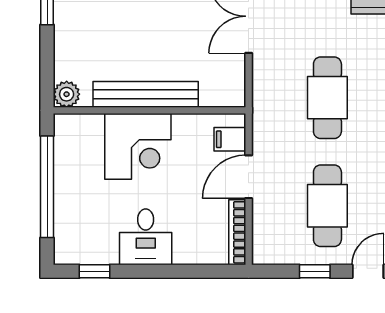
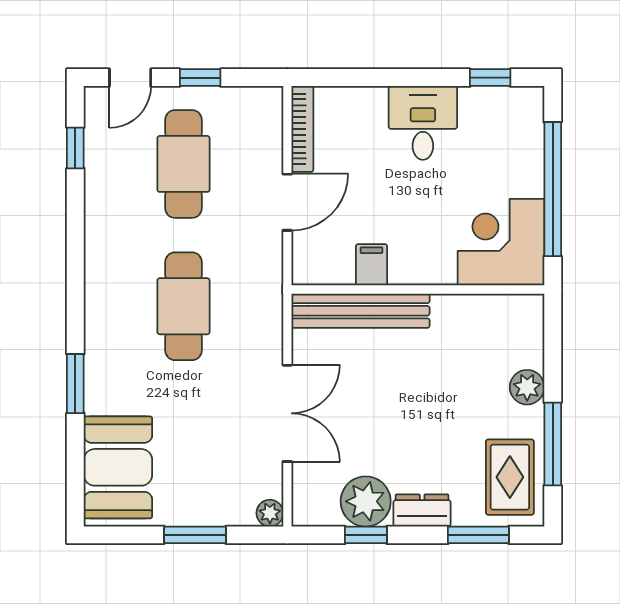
plant: (67, 94) -> (527, 387), moved
bench: (146, 94) -> (360, 311), moved
filing cabinet: (230, 139) -> (371, 265), moved, turned -90
corner desk: (138, 146) -> (501, 242), moved

